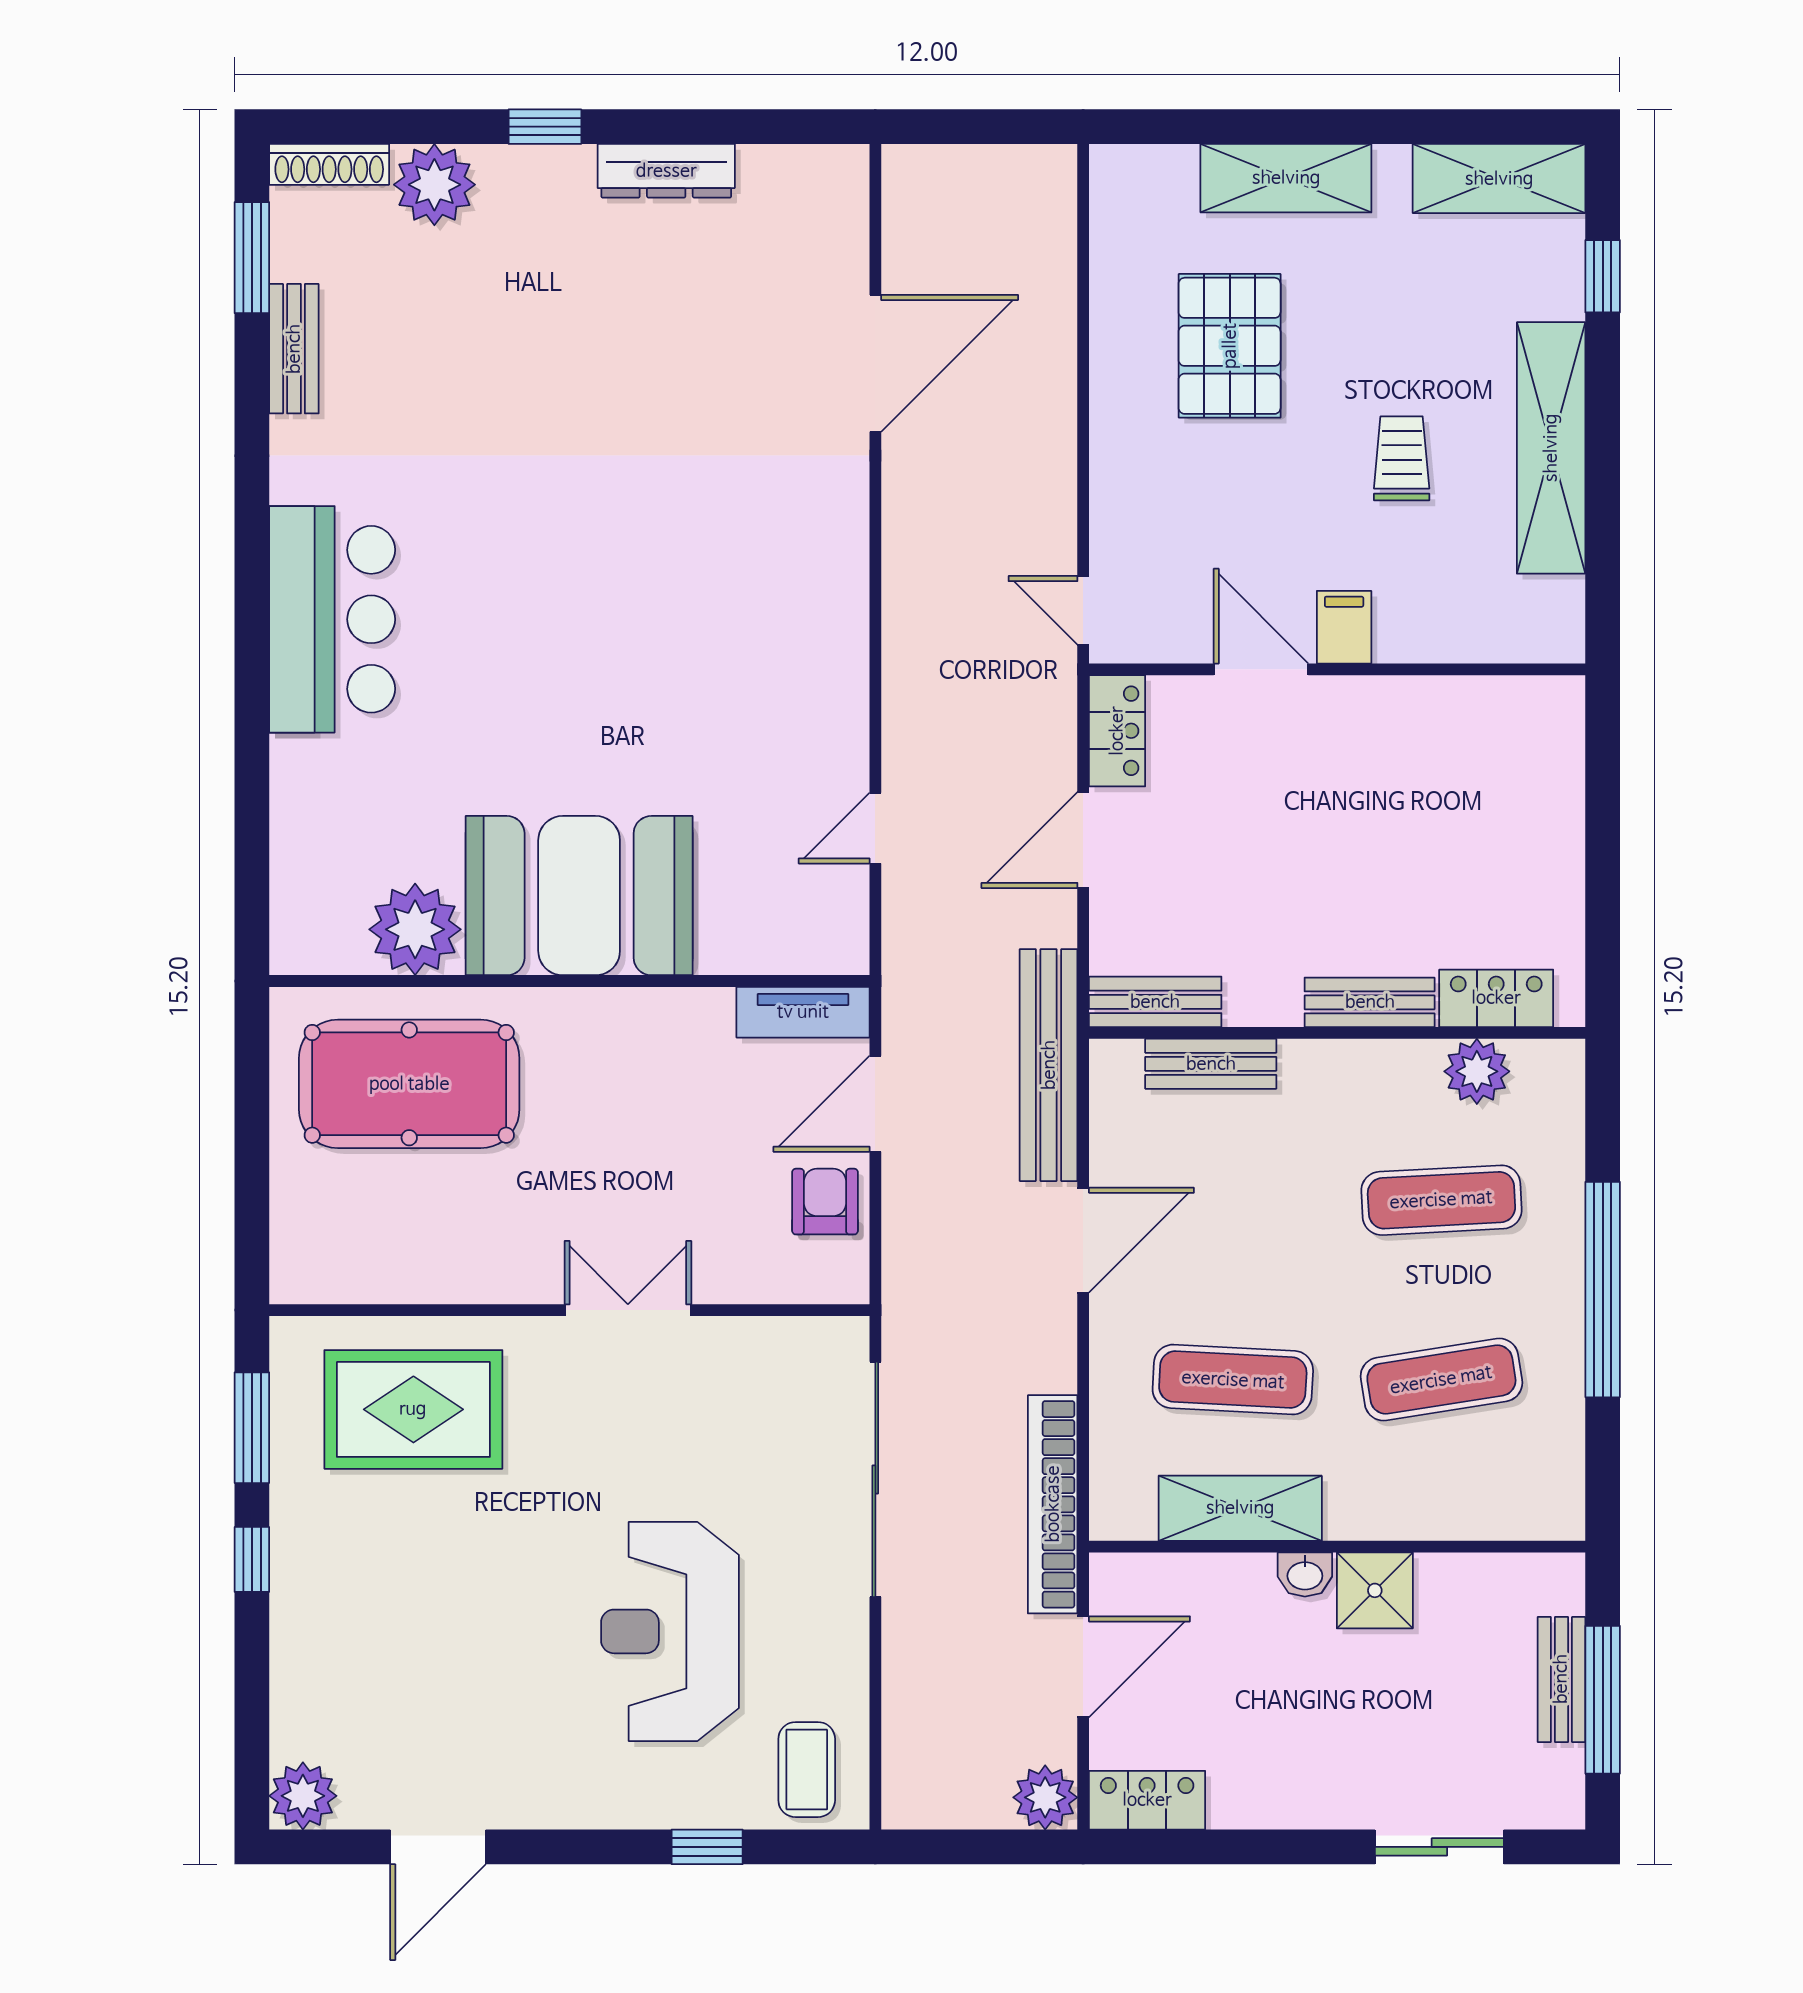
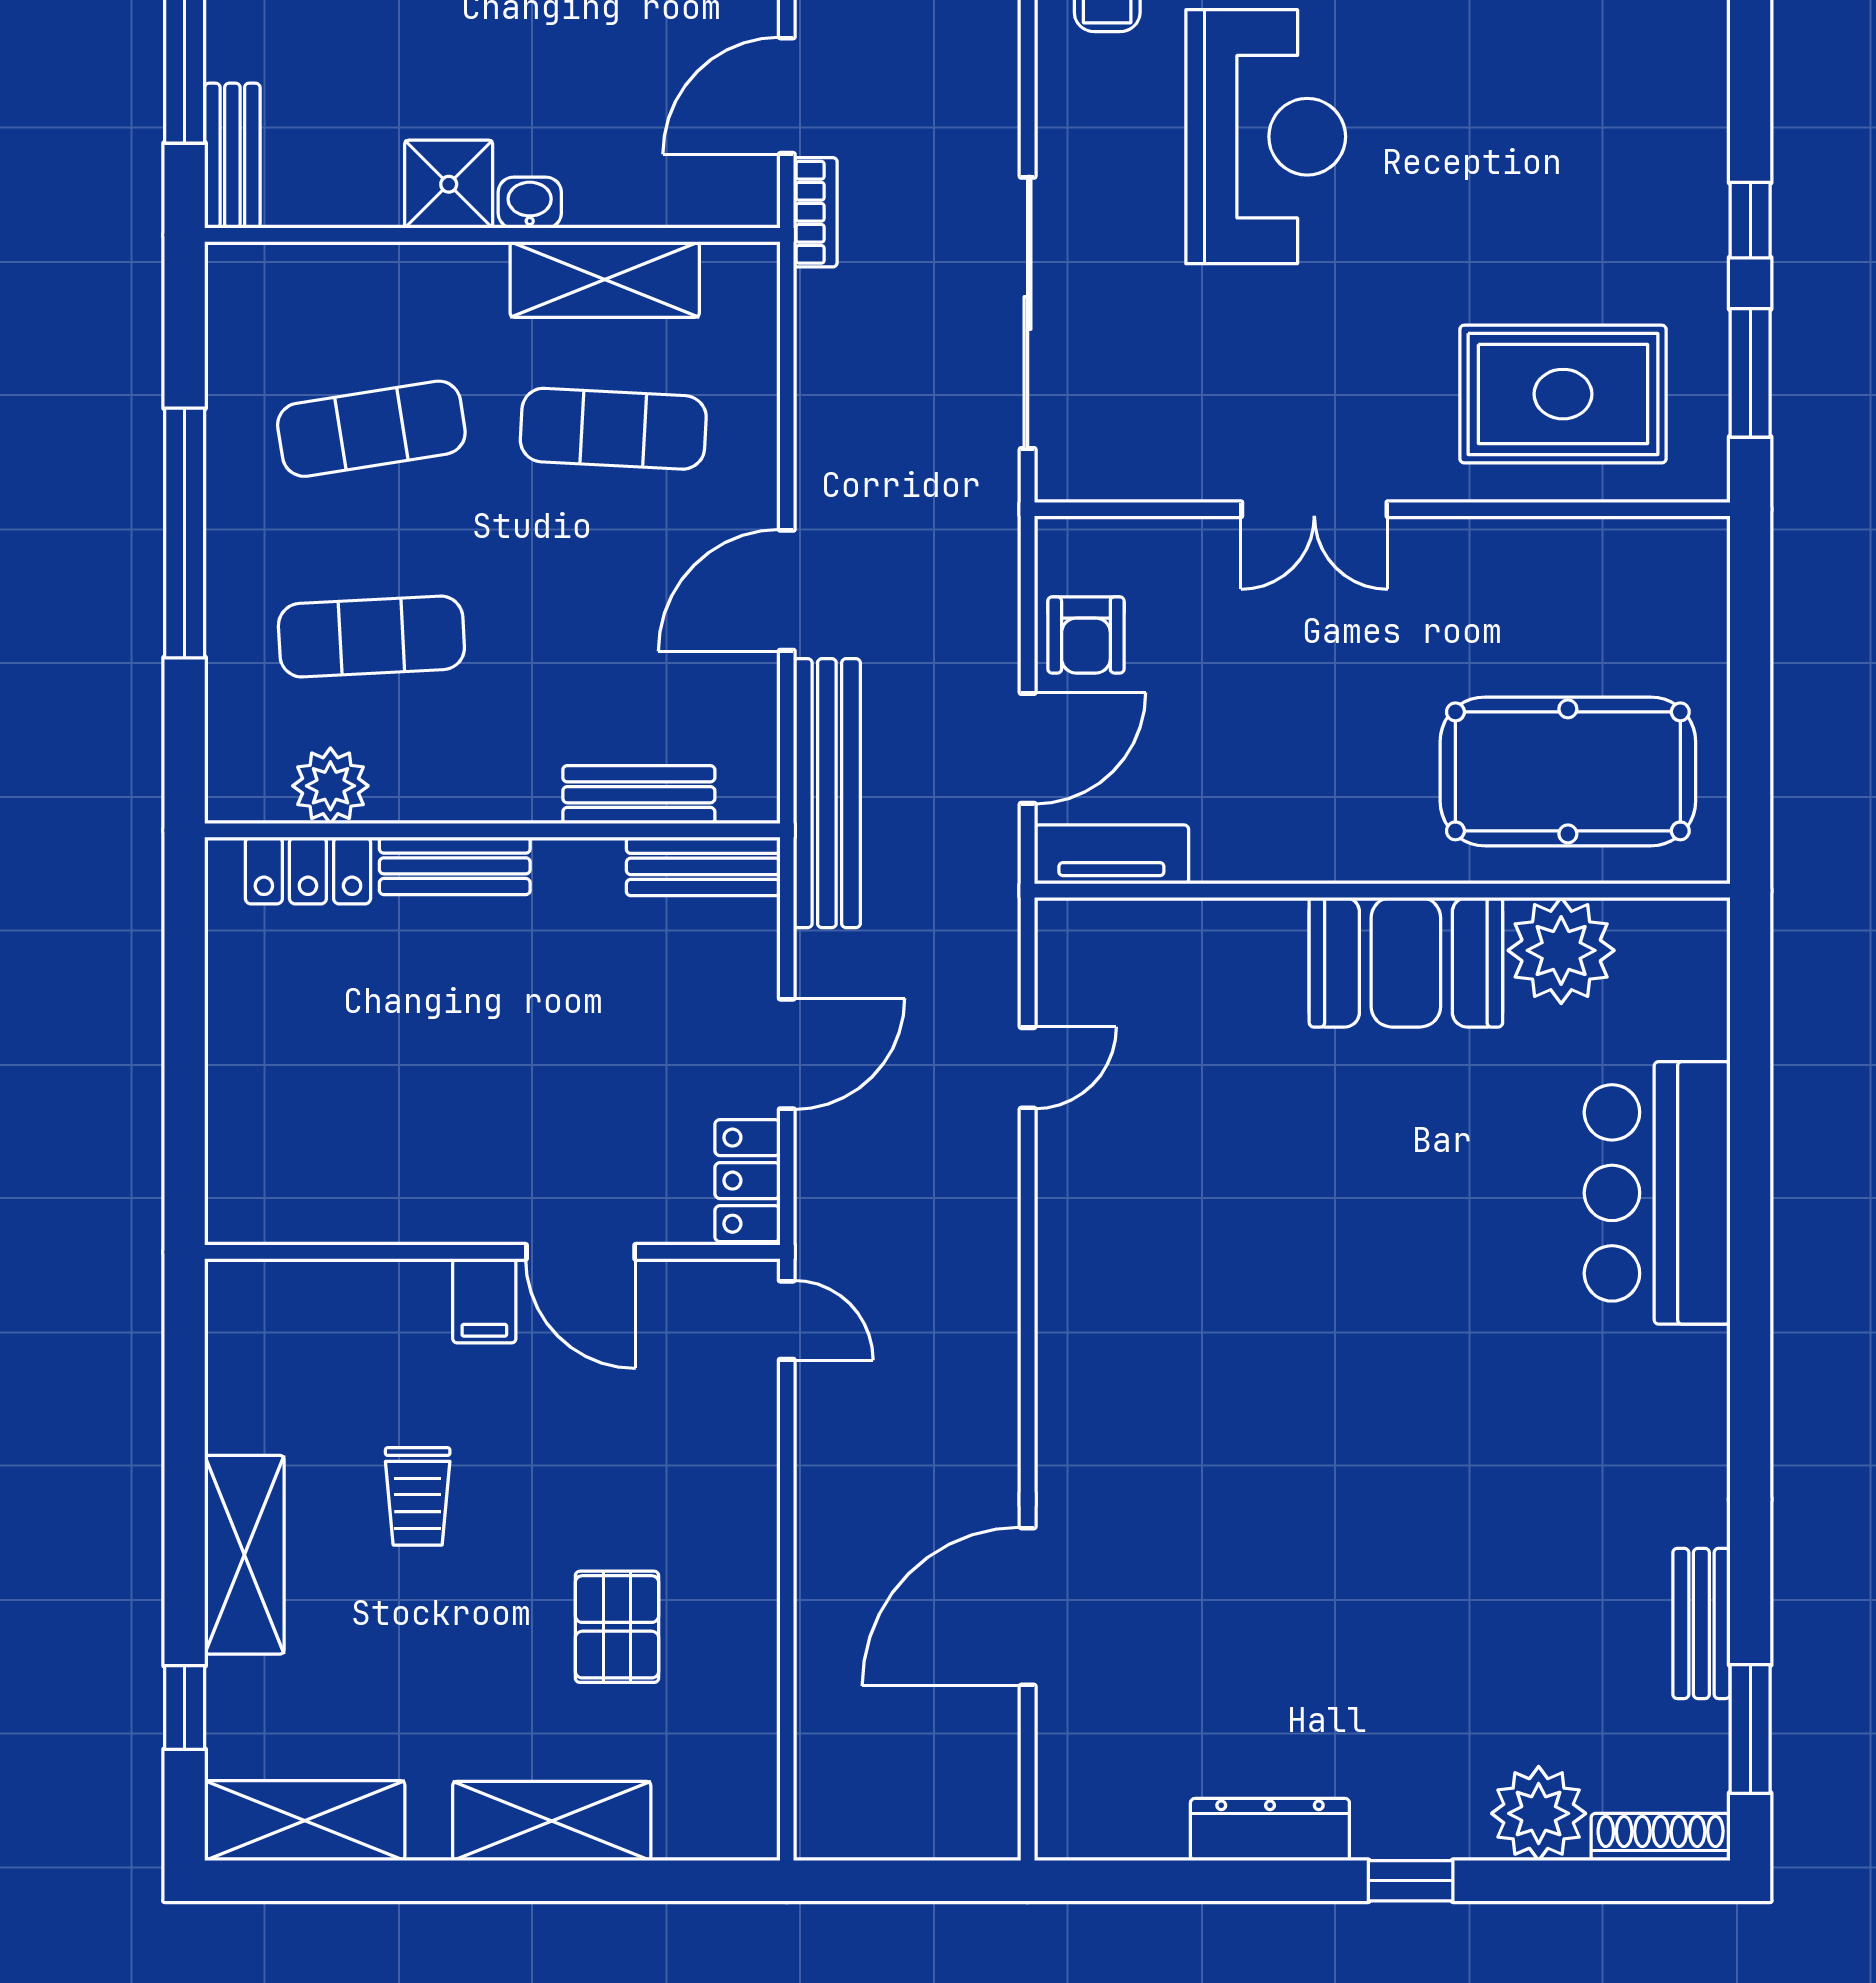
pallet: (1230, 346) -> (617, 1627), width x0.67, depth x0.71
shelving: (1551, 448) -> (244, 1555), width x0.68
bar counter: (332, 619) -> (1657, 1193), moved
booth: (579, 896) -> (1406, 962), width x0.73, depth x0.70
bookcase: (1053, 1504) -> (815, 212), width x0.43, depth x0.76
bench: (1561, 1679) -> (232, 156), moved

